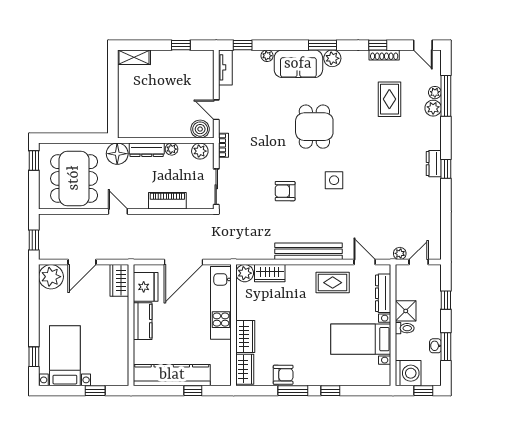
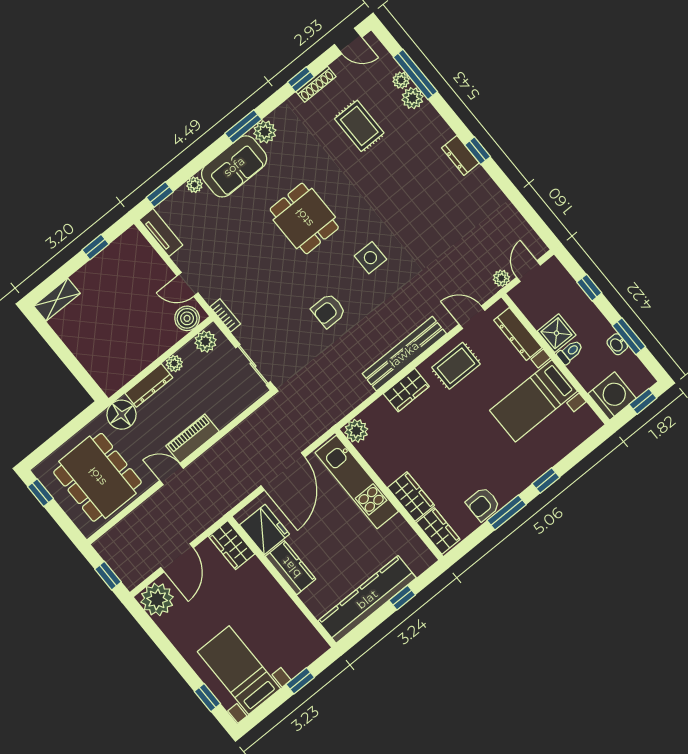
piano: (167, 201) -> (192, 439), moved
wardrobe: (270, 273) -> (406, 390), moved
armchair: (283, 375) -> (483, 504), turned 180

